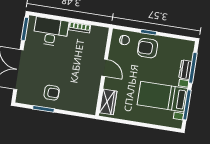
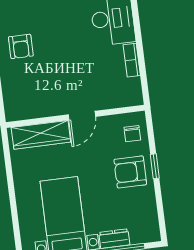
armchair: (148, 48) -> (130, 172), turned -90
wardrobe: (108, 102) -> (41, 135), width x1.50

